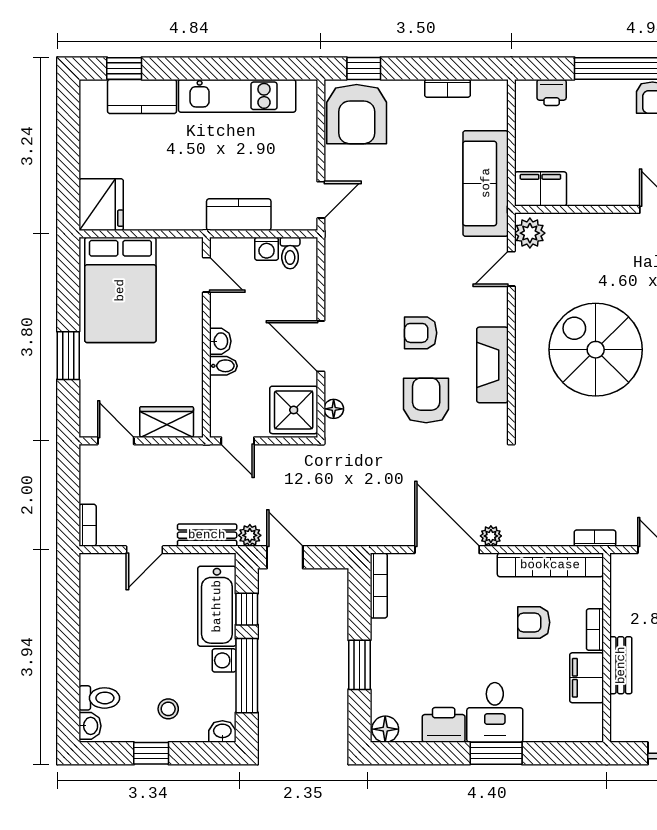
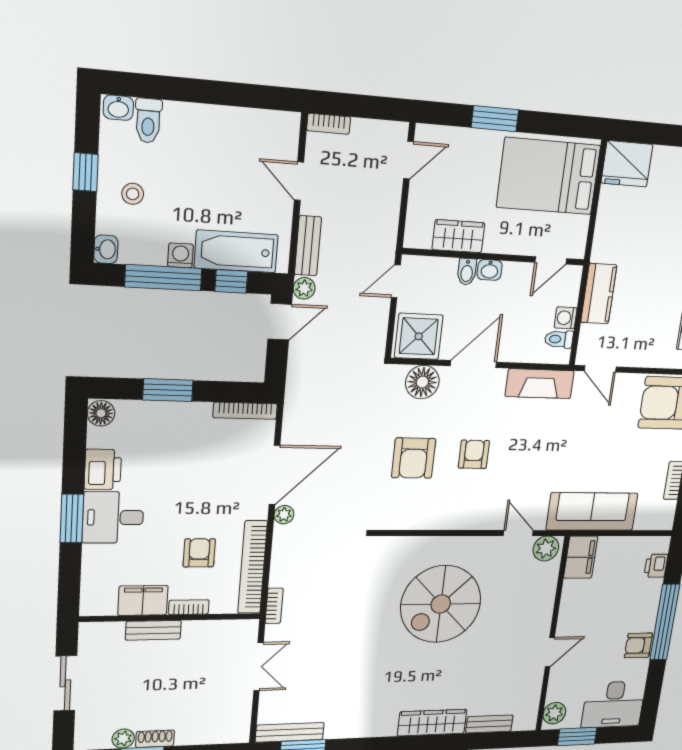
spiral stairs: (596, 350) -> (441, 604), turned 180
fireplace: (492, 365) -> (540, 384), moved, turned 180
armchair: (426, 400) -> (414, 458), turned 90
floor lamp: (334, 409) -> (422, 382), width x1.89, depth x1.89
wardrobe: (167, 422) -> (458, 236), moved, turned -90

